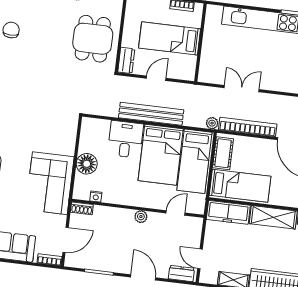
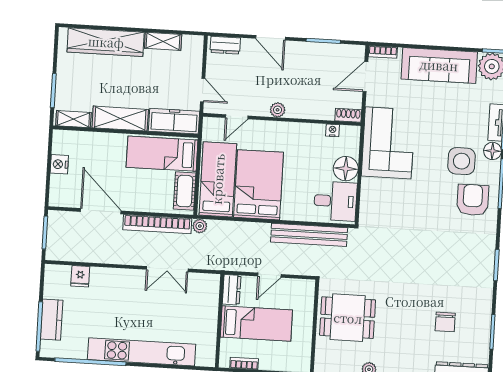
dining table: (93, 39) -> (348, 318), turned 90
dresser: (126, 60) -> (232, 290), moved, turned 180
bench: (151, 114) -> (309, 235), moved
desk: (126, 139) -> (335, 201), moved, turned -90
door: (200, 259) -> (203, 90), moved

